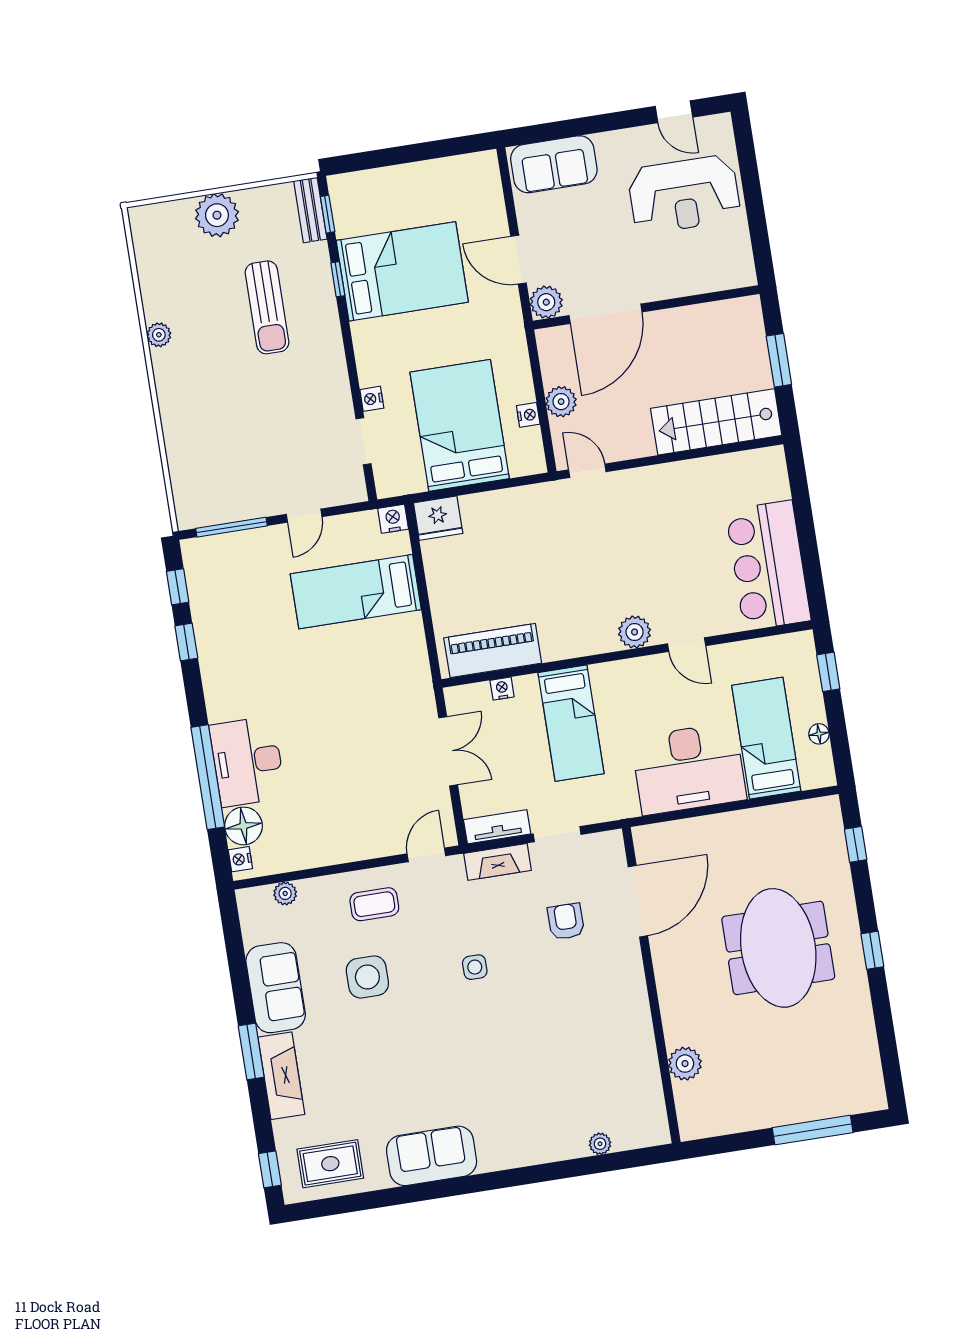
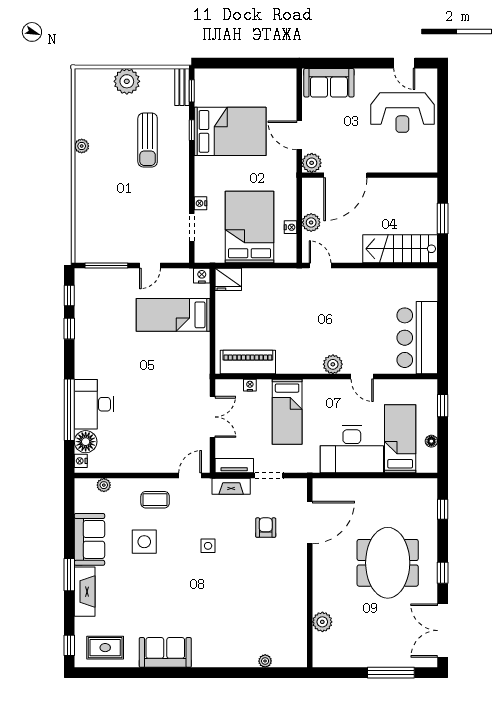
double door: (888, 1046) -> (443, 631), added

